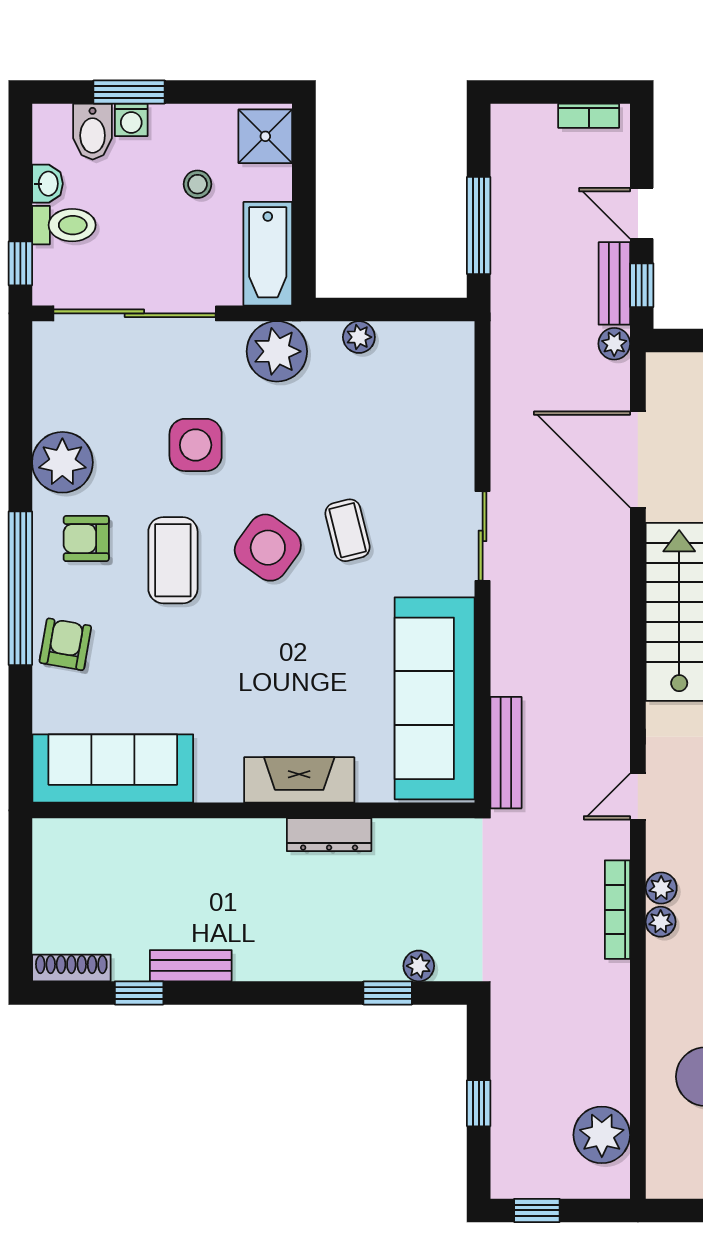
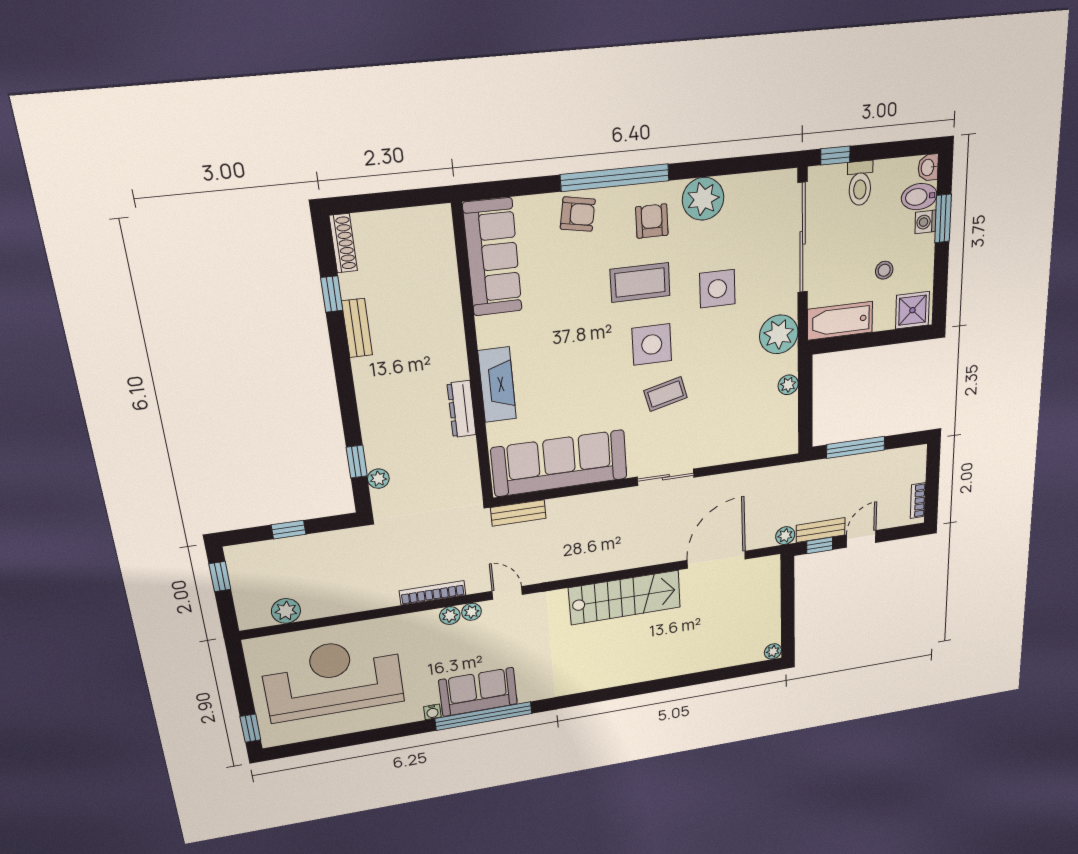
washbasin: (47, 184) -> (928, 167), moved, turned 90
side table: (268, 548) -> (652, 345), turned -36
bench: (506, 753) -> (518, 513), width x0.73
plant: (661, 922) -> (472, 612), moved
plant: (602, 1135) -> (286, 611), width x0.73, depth x0.73

